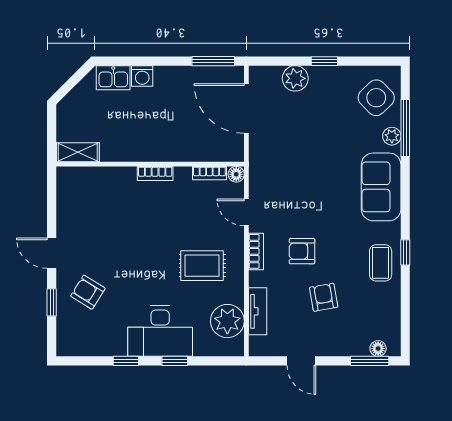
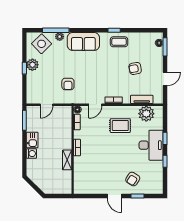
kitchen sink: (113, 78) -> (32, 140), moved
plant: (295, 78) -> (32, 65), moved
door: (246, 108) -> (47, 105), width x0.53
shelving: (78, 152) -> (67, 160), moved
armchair: (302, 251) -> (68, 84), moved
door: (52, 253) -> (114, 196), hinge flipped
rug: (202, 266) -> (120, 126), turned 90

